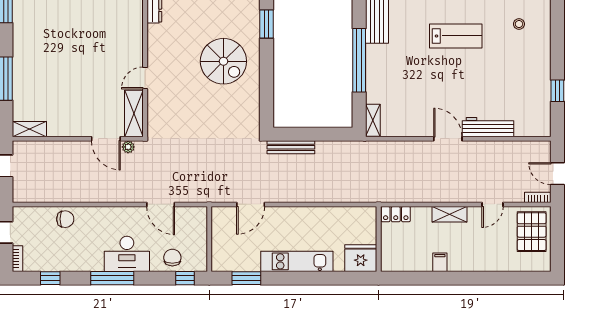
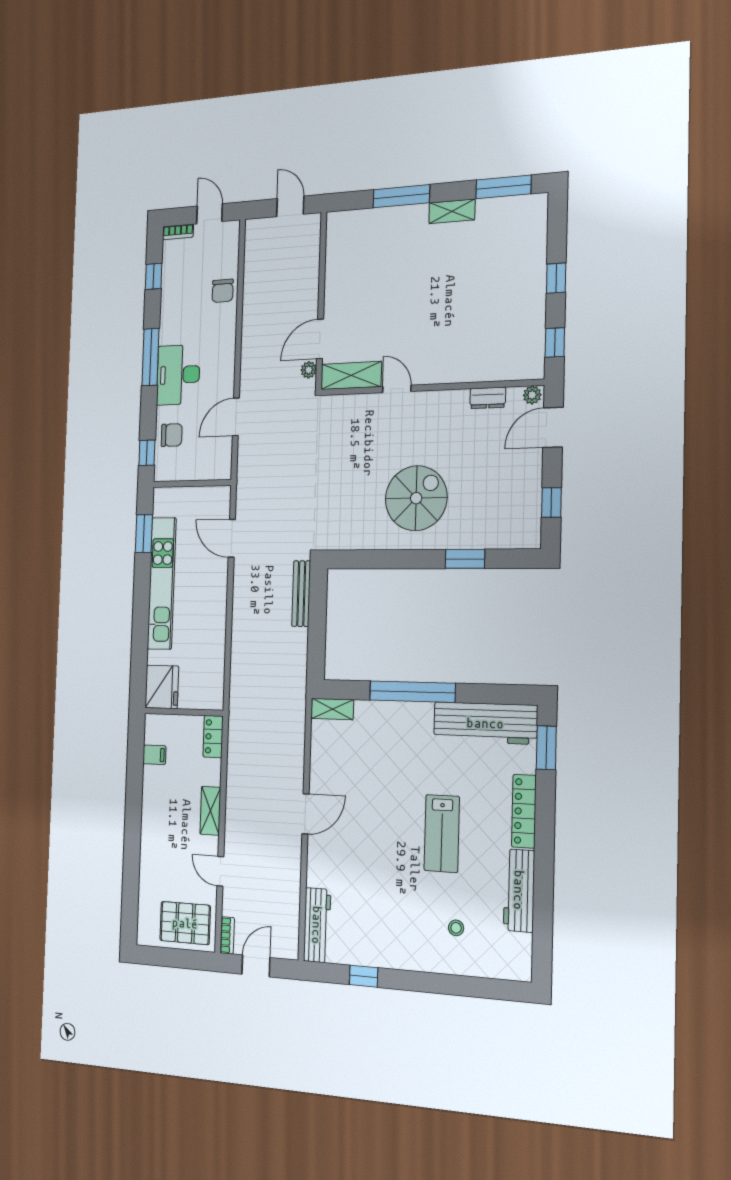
spiral stairs: (223, 61) -> (416, 498), turned 180
workbench: (488, 127) -> (317, 925), moved
shelving: (29, 129) -> (452, 211), moved, turned 90
kitchen unit: (297, 261) -> (162, 583), width x1.36
filing cabinet: (440, 262) -> (154, 755), moved

